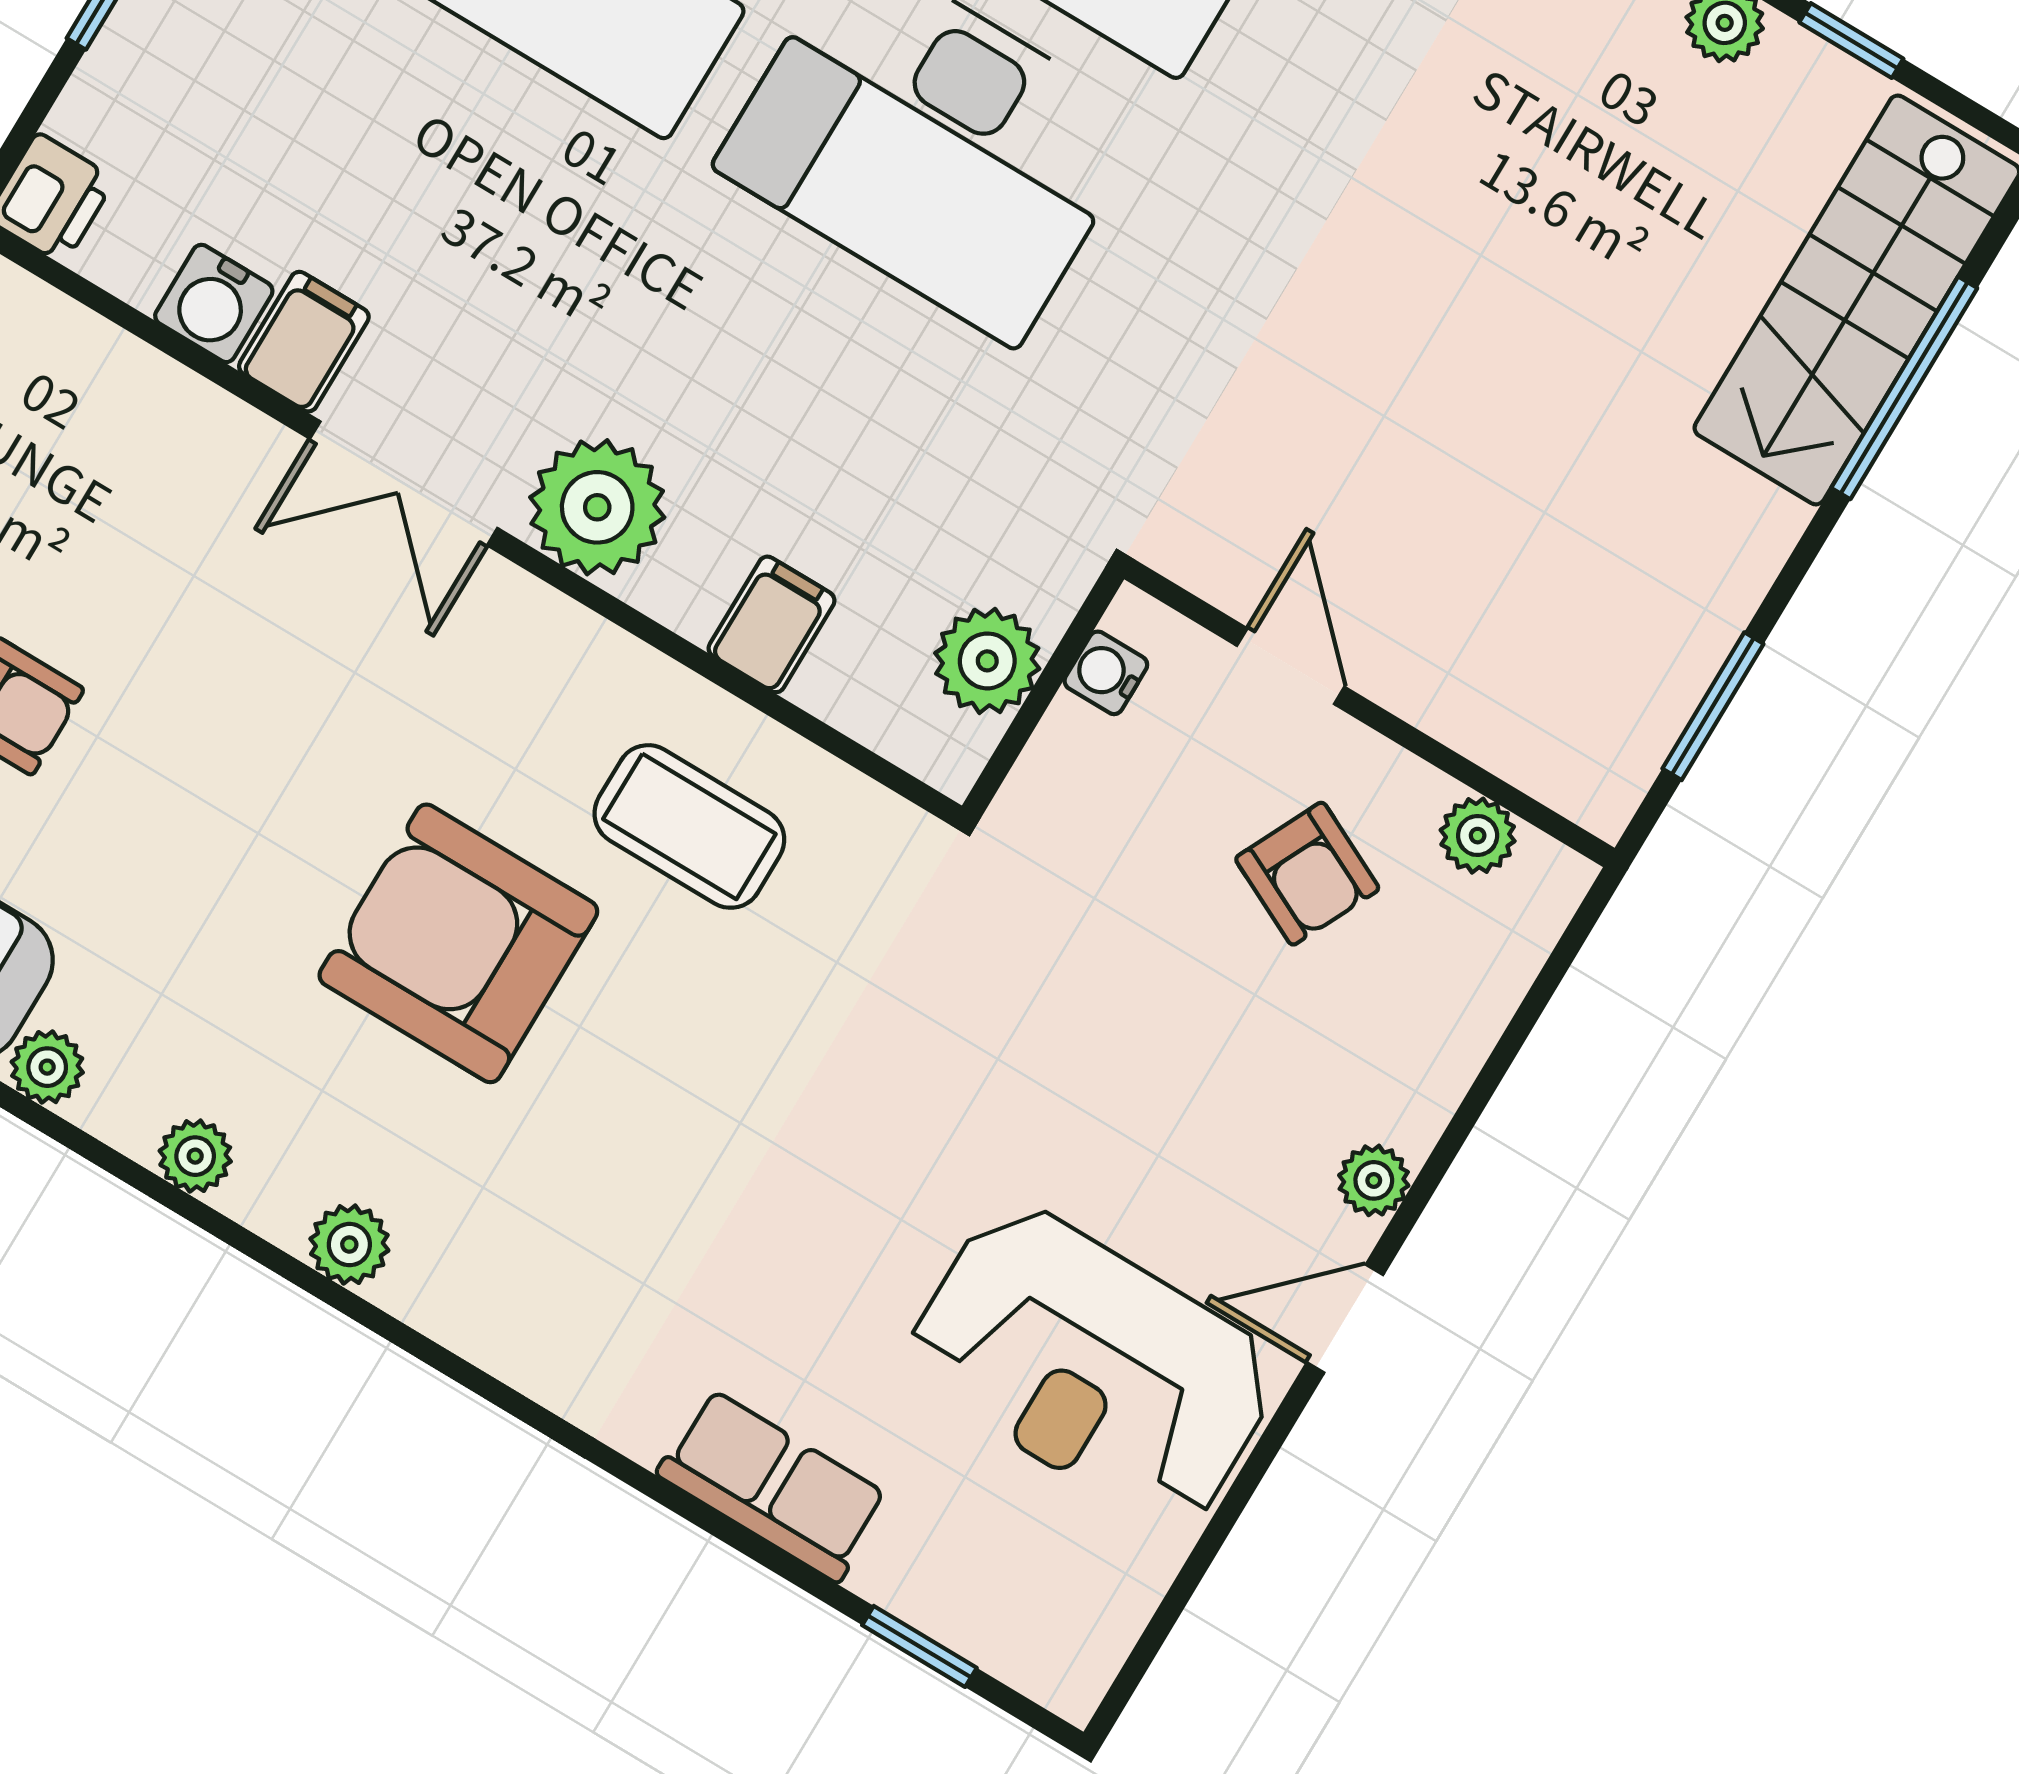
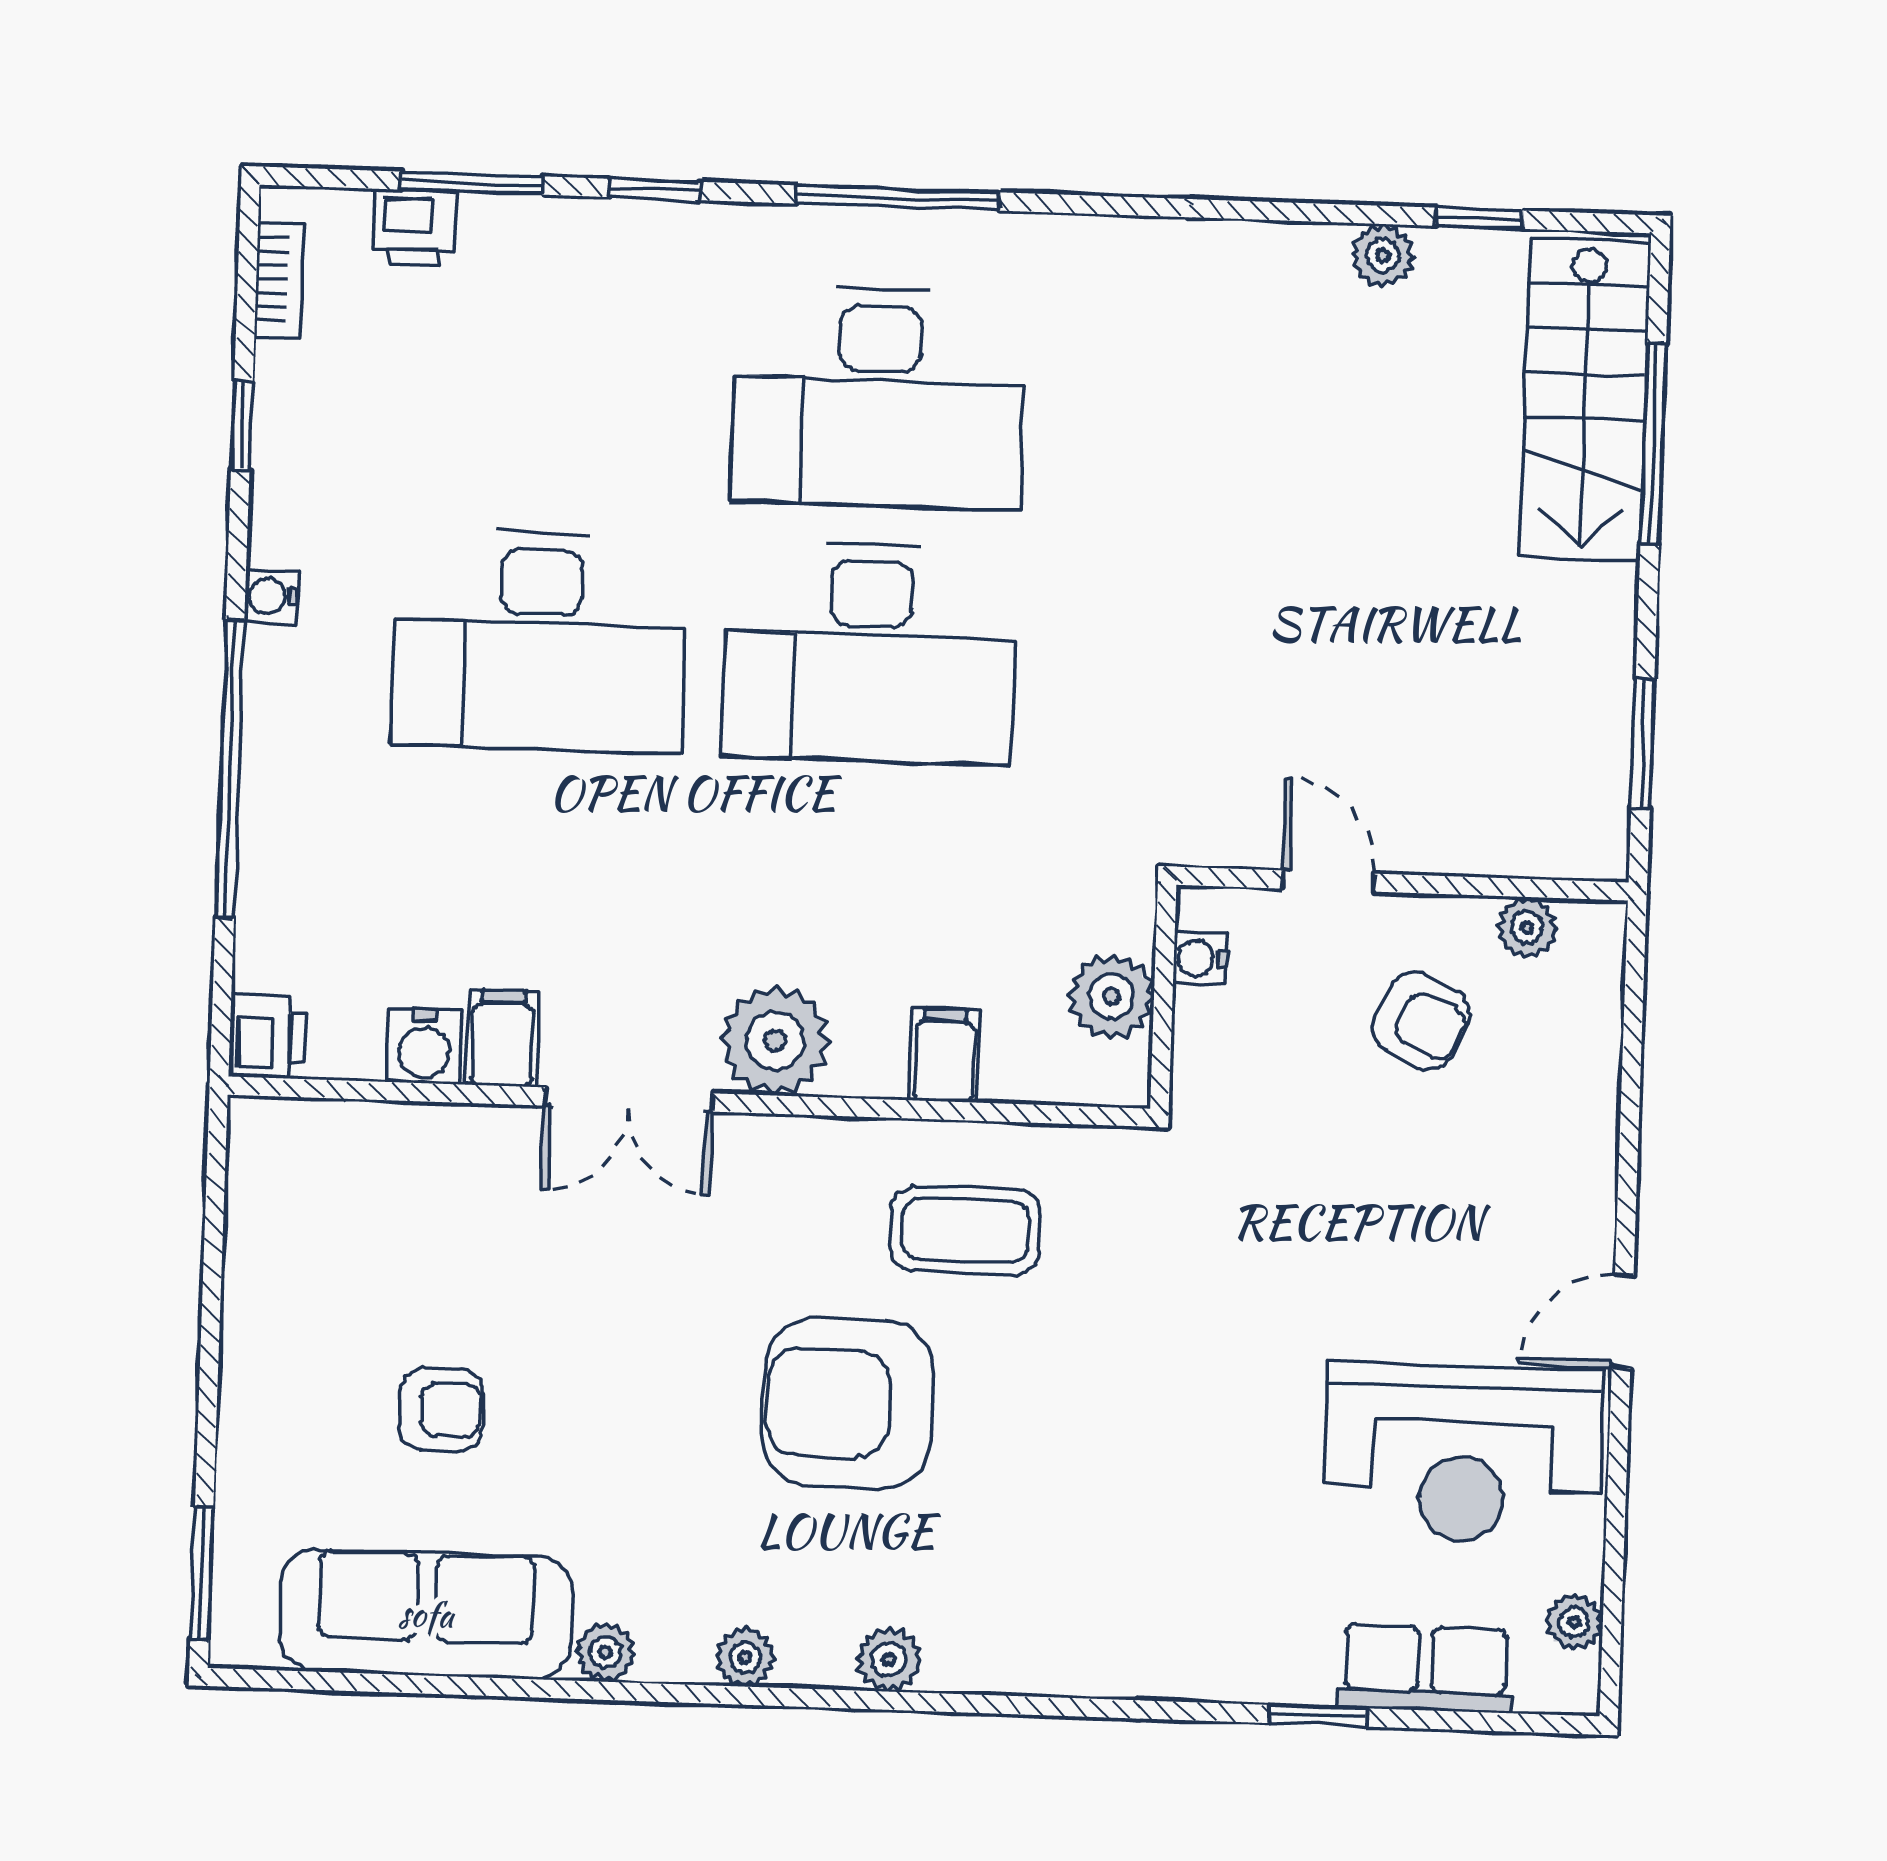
plant: (1374, 1180) -> (1574, 1622), moved
row of seats: (773, 1485) -> (1425, 1669), moved
window: (919, 1646) -> (1318, 1716), moved

